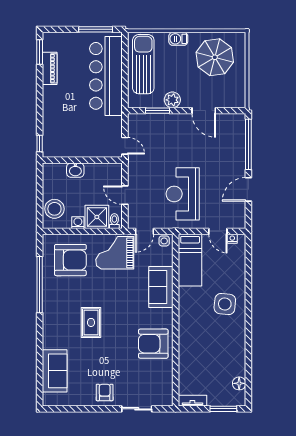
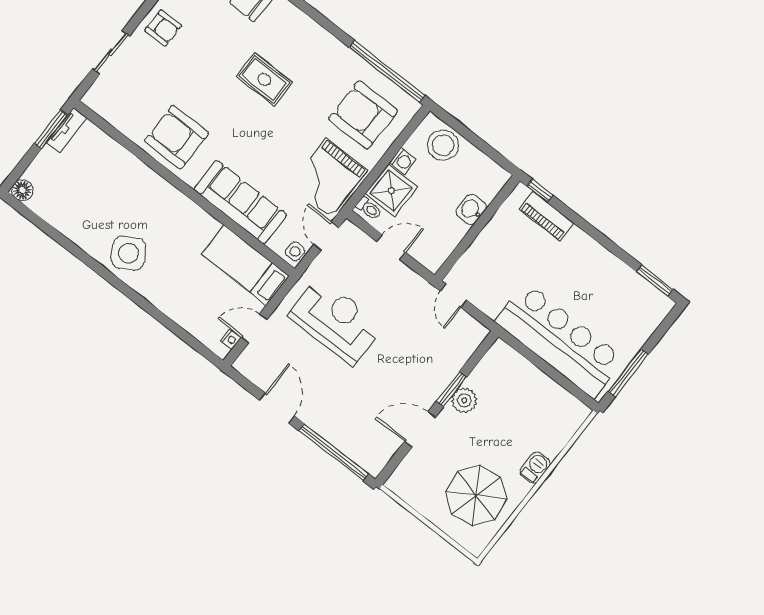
sun lounger: (143, 64) -> (538, 399), removed
piano: (50, 68) -> (546, 216), moved
window: (158, 111) -> (451, 389), moved
door: (125, 146) -> (453, 296), hinge flipped
grand piano: (115, 253) -> (329, 178), turned 180
armchair: (70, 260) -> (363, 115), turned 90
window: (40, 285) -> (387, 71), moved
sofa: (161, 287) -> (240, 202), width x1.36
side table: (225, 304) -> (129, 253), moved, turned -36
armchair: (153, 344) -> (177, 137), turned -90
floor lamp: (239, 383) -> (22, 190), moved
window: (223, 409) -> (51, 129), moved

